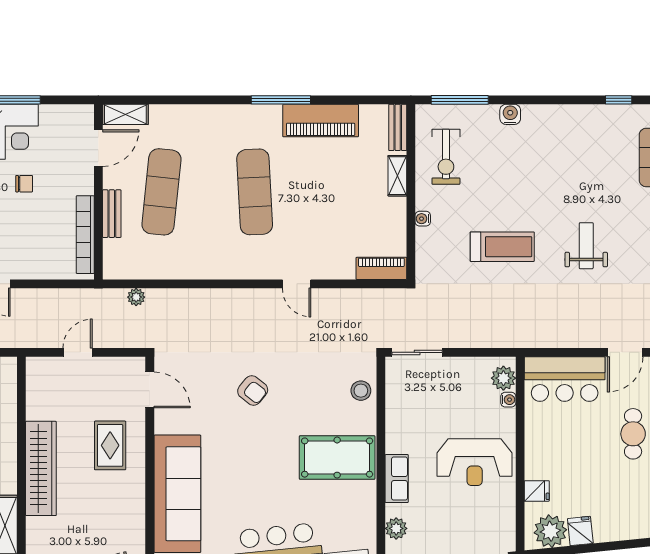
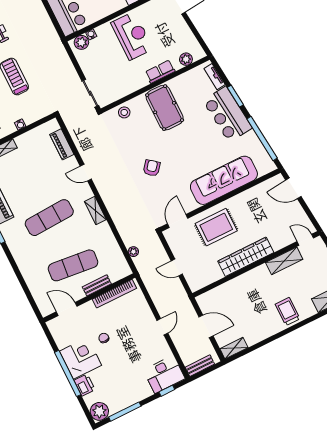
shelving: (125, 114) -> (95, 211), moved
piano: (381, 268) -> (62, 144), moved
door: (297, 284) -> (86, 173), swing flipped
rug: (110, 445) -> (216, 227), width x1.36, depth x1.43

